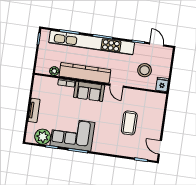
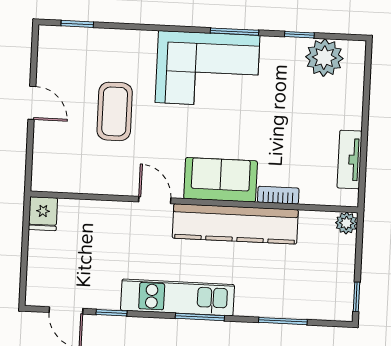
kitchen unit: (92, 43) -> (177, 297), width x0.54
stool: (145, 70) -> (89, 244), removed
plant: (54, 71) -> (346, 223), moved
tv unit: (34, 110) -> (350, 159), moved
corner sofa: (72, 134) -> (207, 69), moved
door: (160, 147) -> (32, 103), moved

